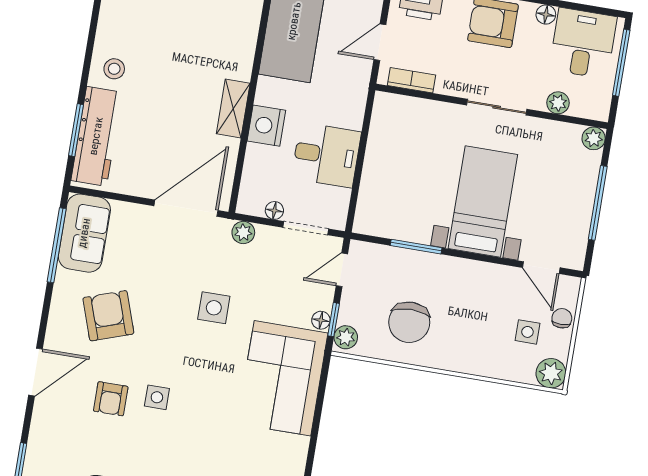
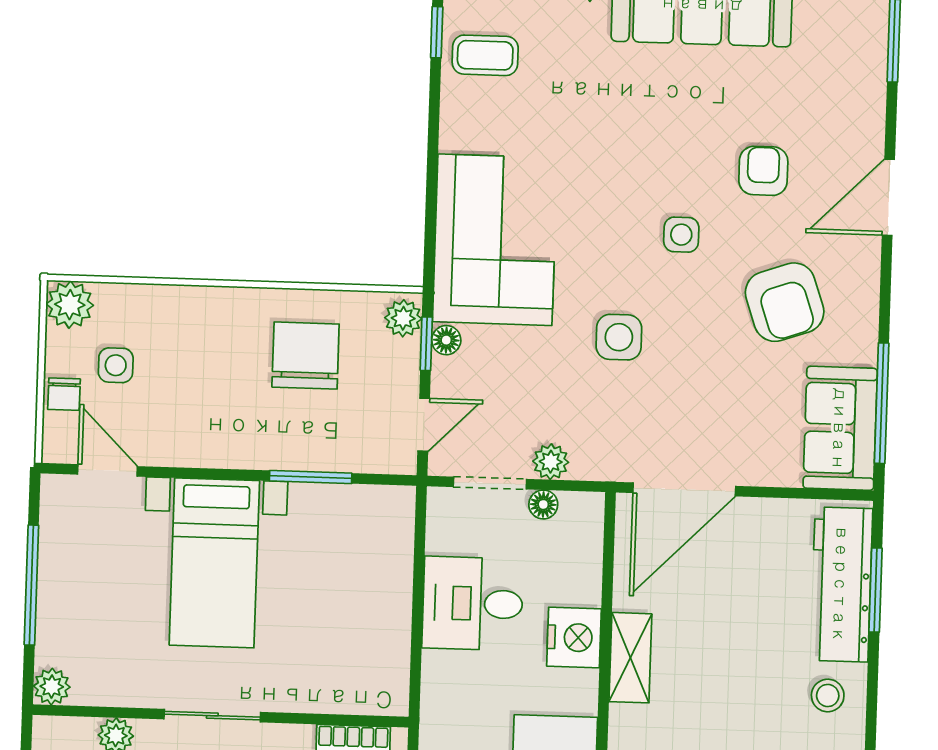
plant: (243, 232) -> (551, 462), moved
side table: (157, 397) -> (681, 235), moved

